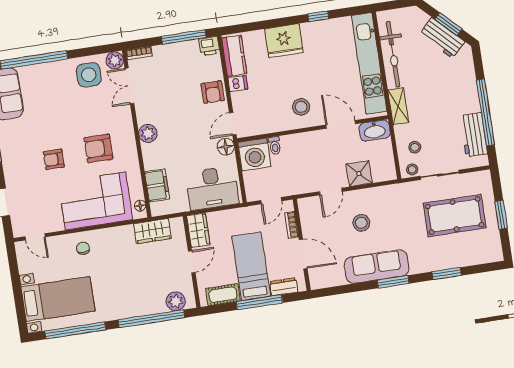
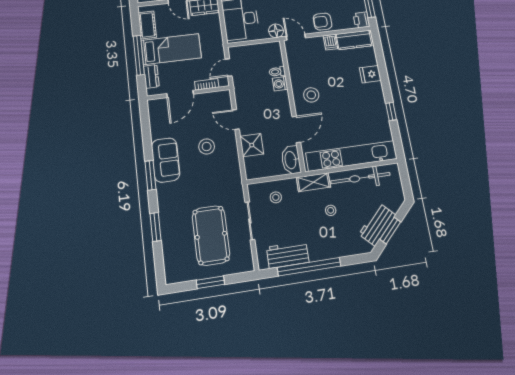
fridge: (284, 41) -> (370, 74), width x0.53, depth x0.75
washing machine: (254, 154) -> (280, 84), moved, width x0.53, depth x0.53
stool: (412, 169) -> (331, 210), moved
door: (271, 201) -> (229, 68), hinge flipped
sofa: (377, 266) -> (166, 160), width x0.73

